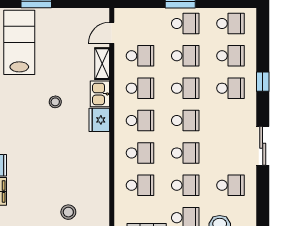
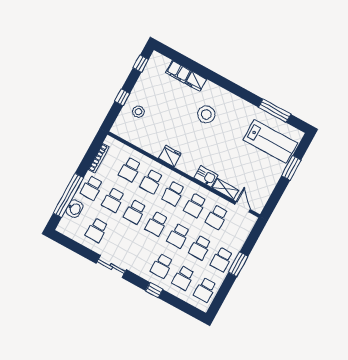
stool: (55, 102) -> (206, 114), moved, width x1.89, depth x1.89
fridge: (99, 120) -> (170, 156), moved

